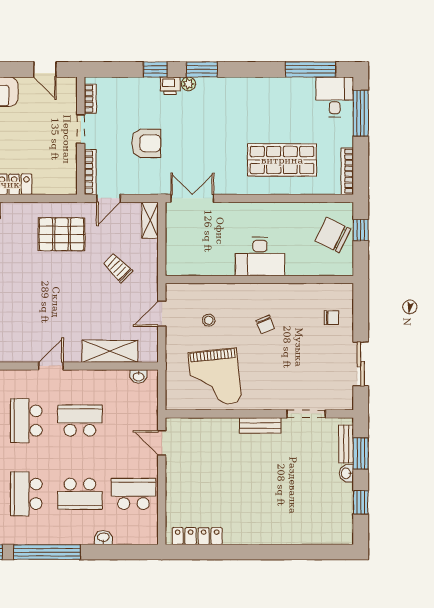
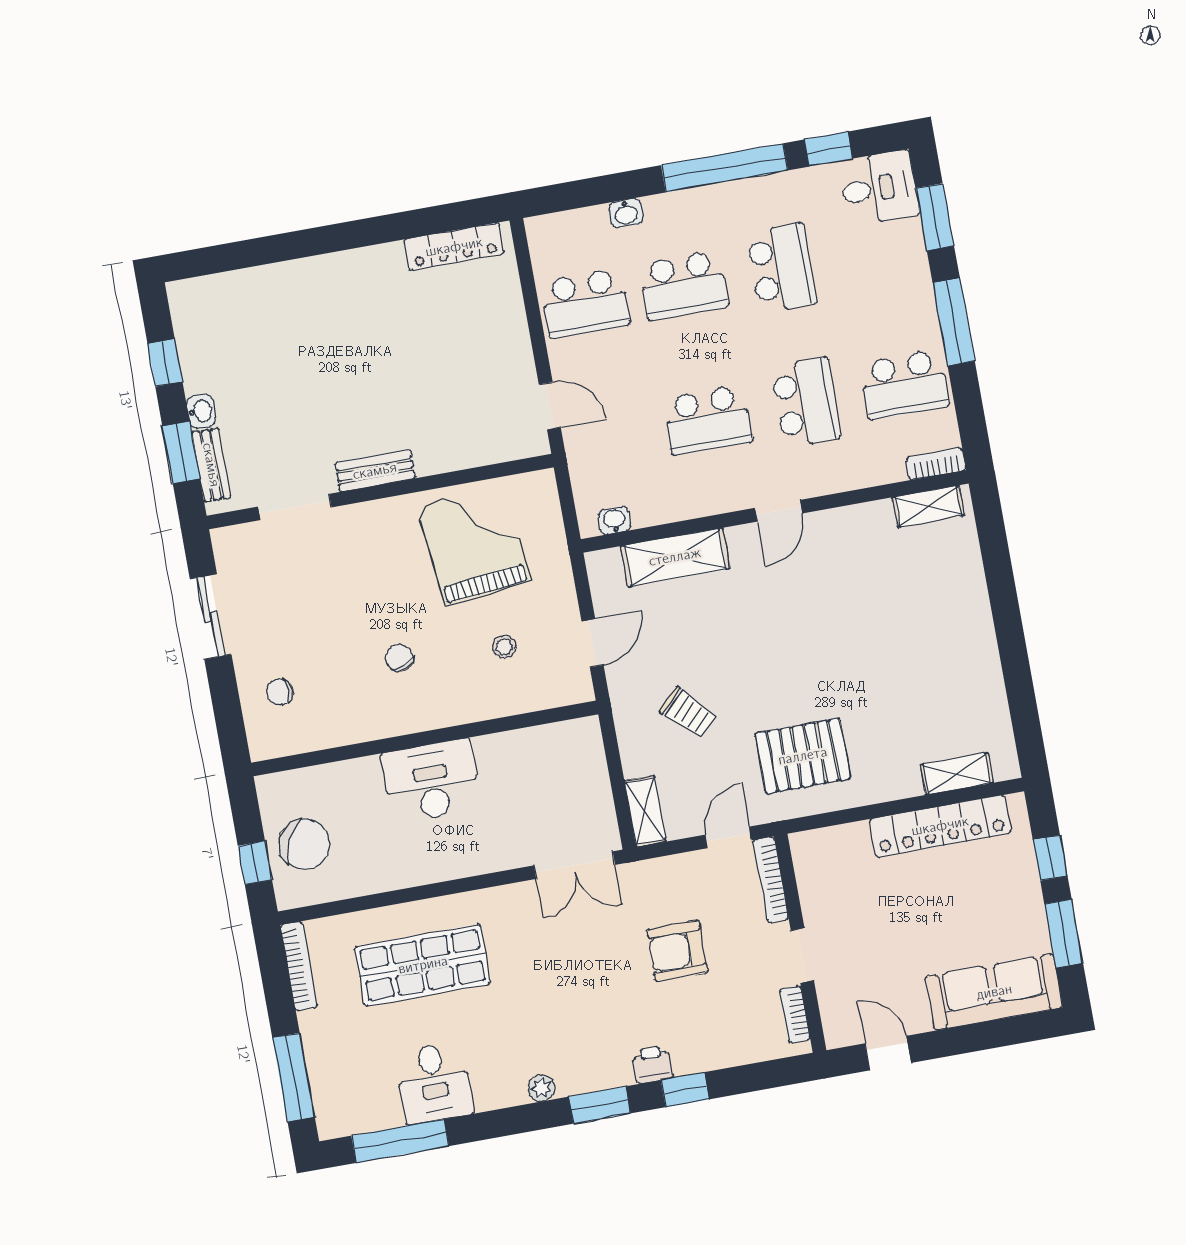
plant: (188, 84) -> (541, 1088), moved
desk: (335, 97) -> (434, 1083), moved
school desk: (80, 494) -> (683, 286), turned 180

